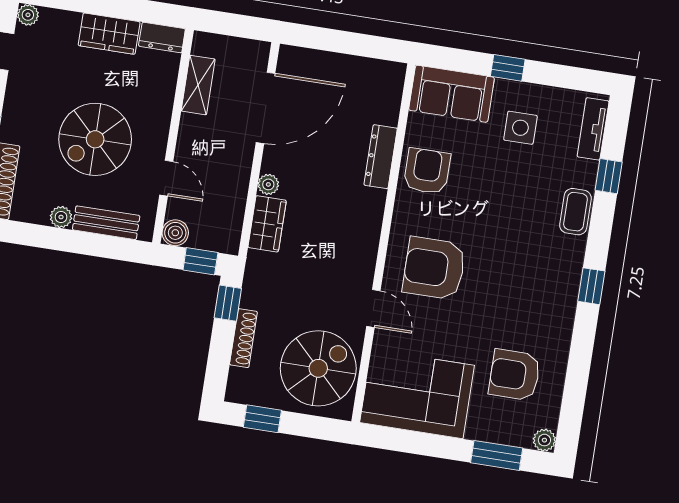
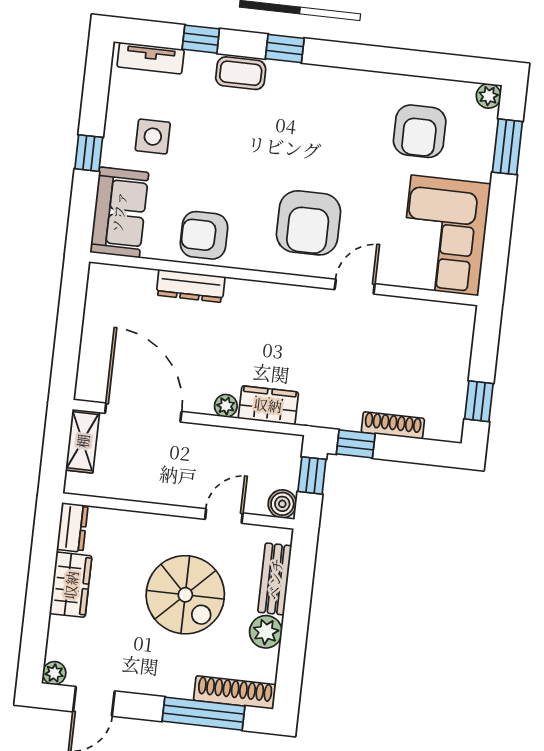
shelving: (198, 85) -> (83, 441), moved, turned 90
plant: (61, 217) -> (266, 632), width x1.38, depth x1.38
window: (591, 286) -> (285, 49), moved
spiral stairs: (318, 368) -> (422, 343), removed

